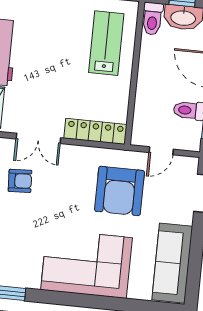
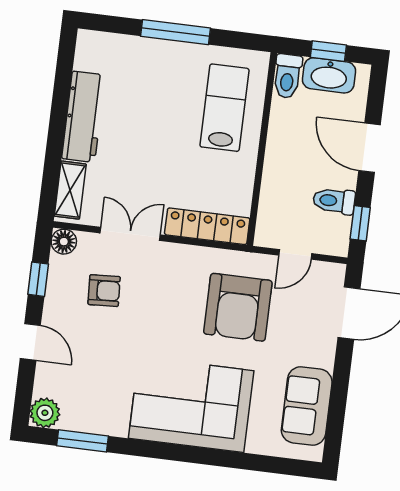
double door: (38, 138) -> (130, 234), swing flipped
sofa: (172, 263) -> (307, 406), width x0.73

